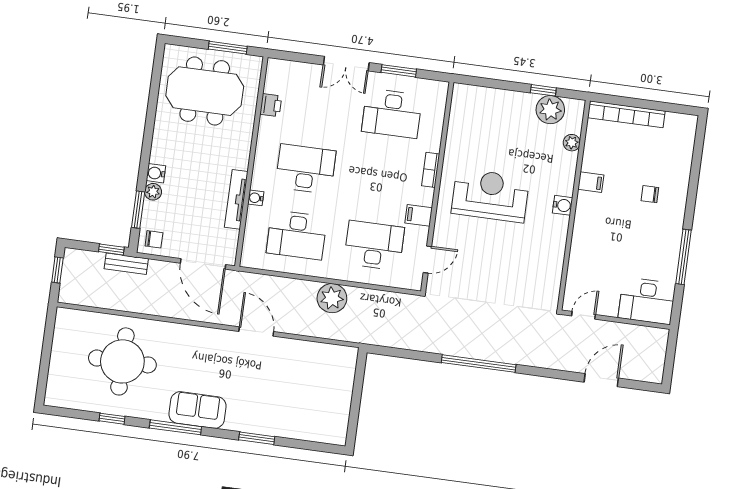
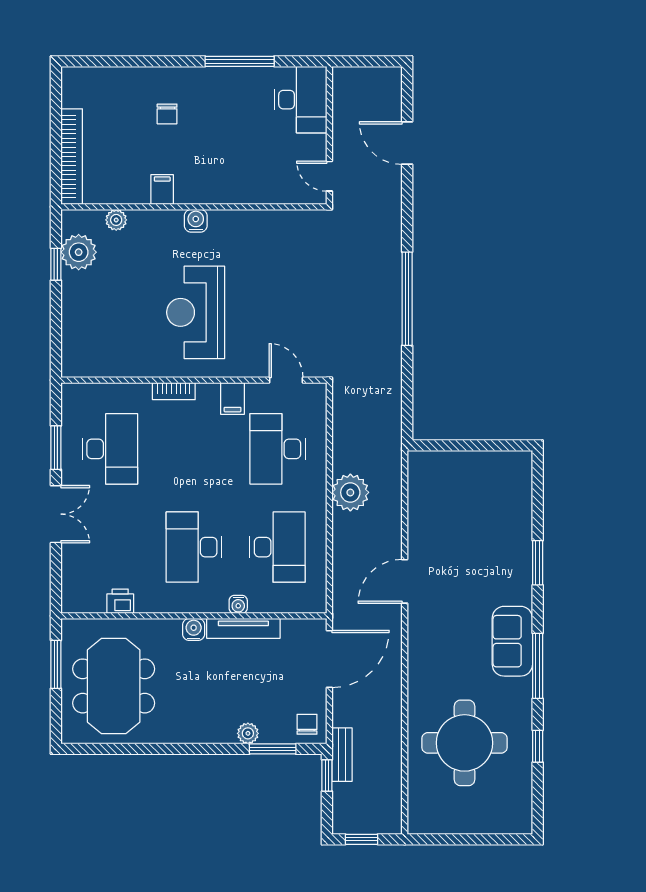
water cooler: (156, 173) -> (194, 629), moved, turned 180

